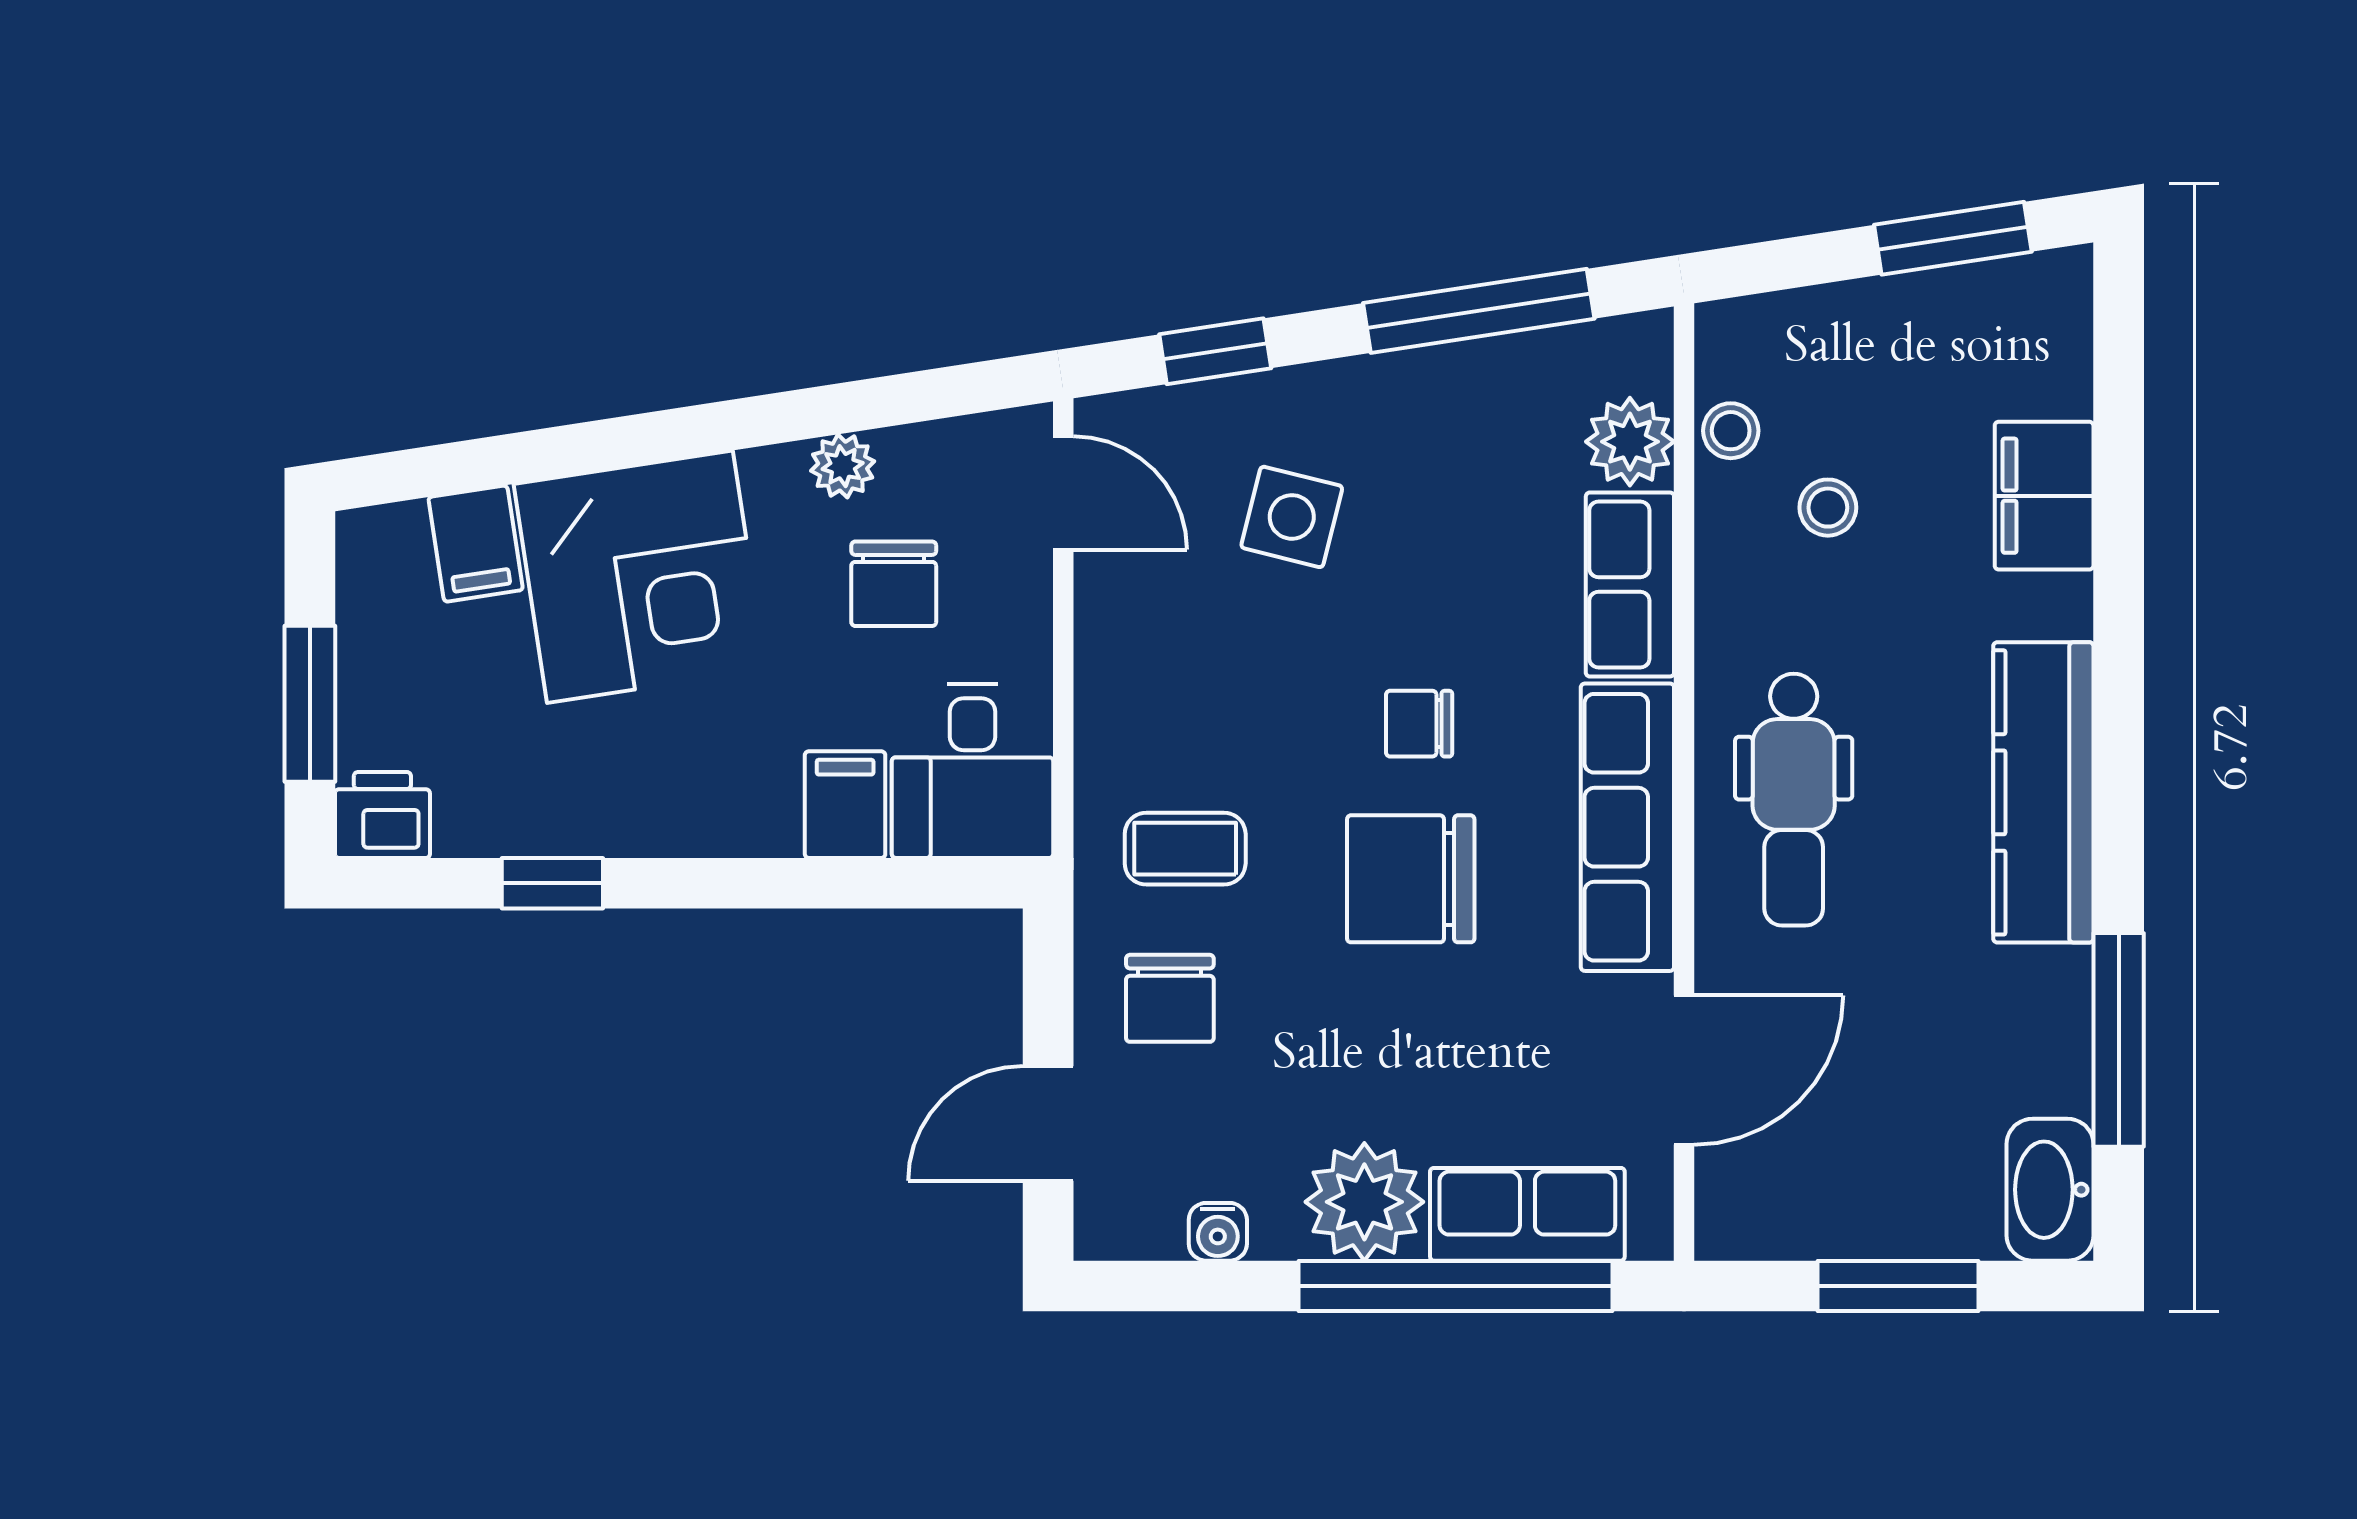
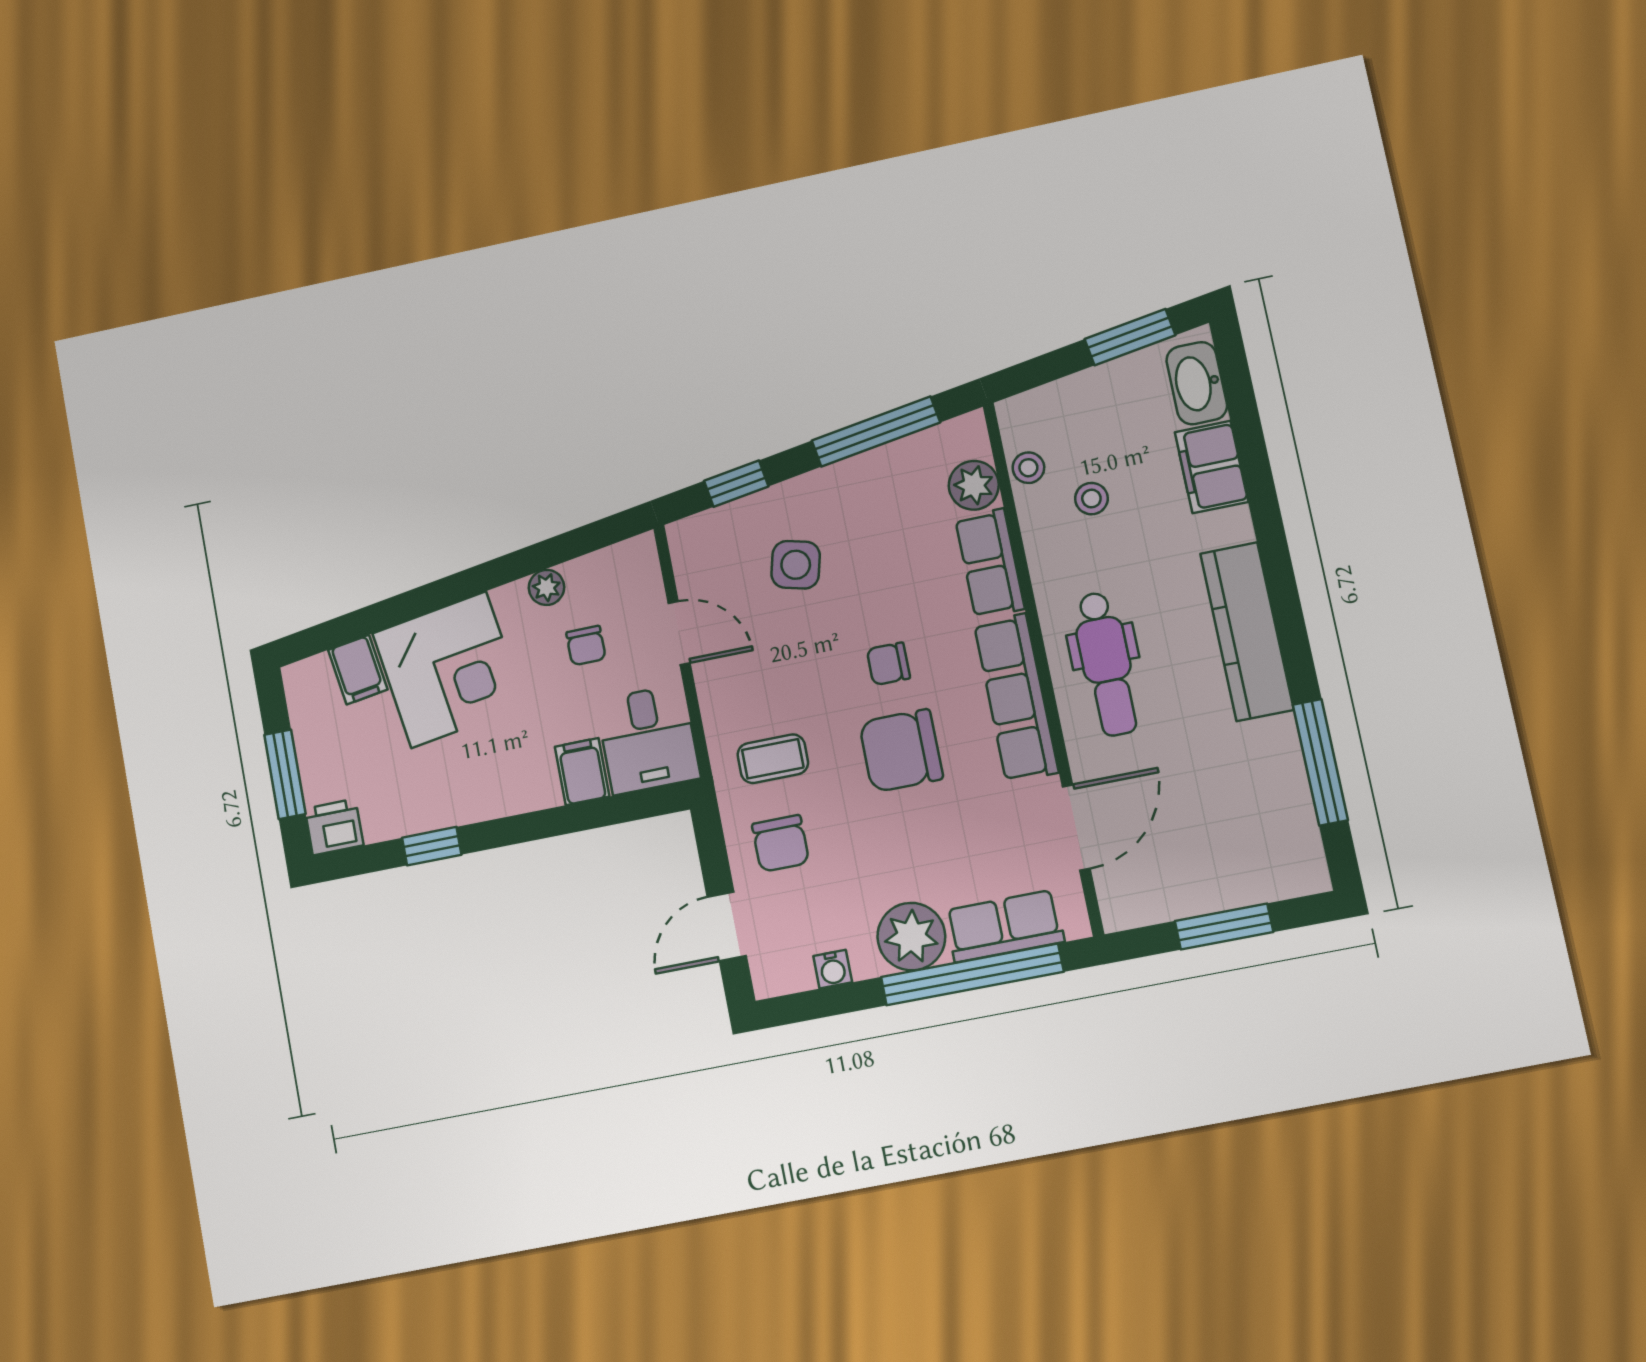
door: (1063, 493) -> (679, 633), moved
chair: (894, 584) -> (586, 646), width x0.73, depth x0.73
washbasin: (2050, 1190) -> (1197, 383), moved

